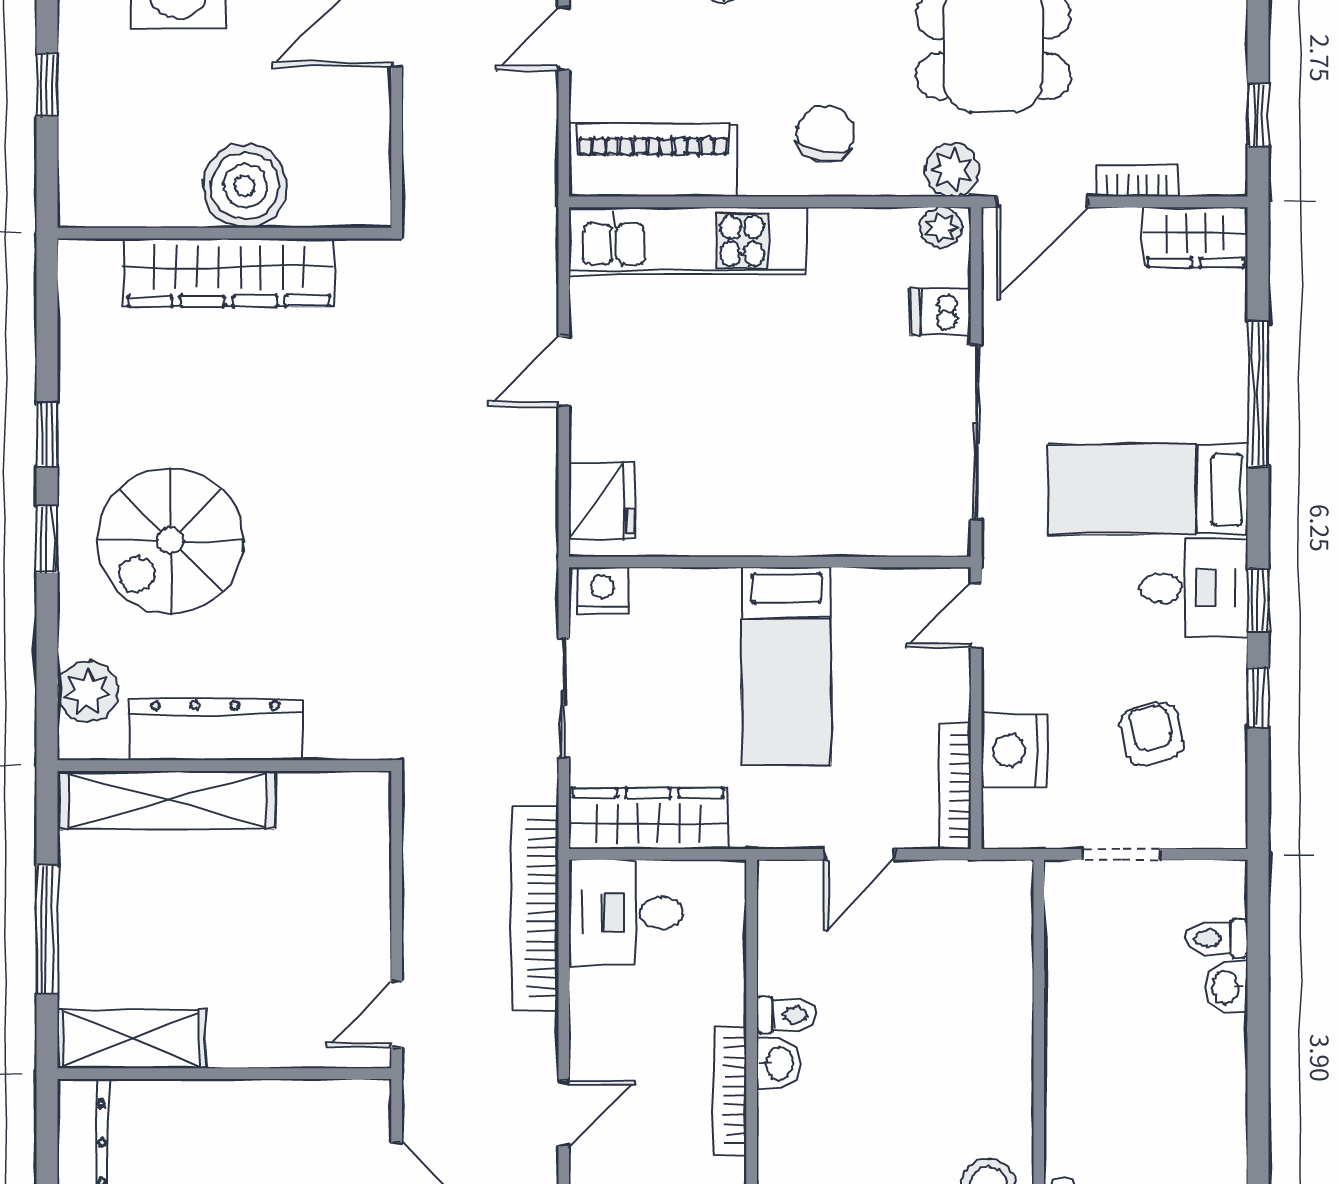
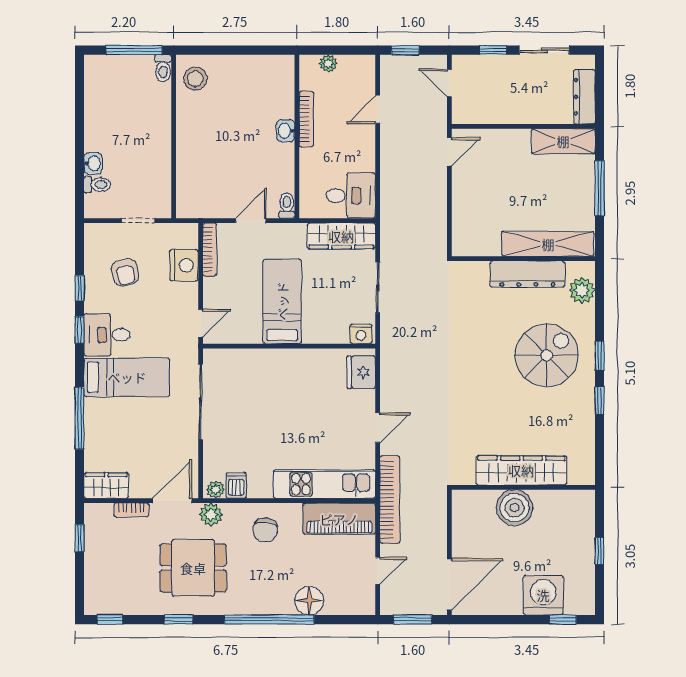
dishwasher: (941, 312) -> (236, 485), moved, turned -90
bookcase: (535, 908) -> (390, 500), moved
toilet: (787, 1015) -> (287, 205), moved, turned 90

